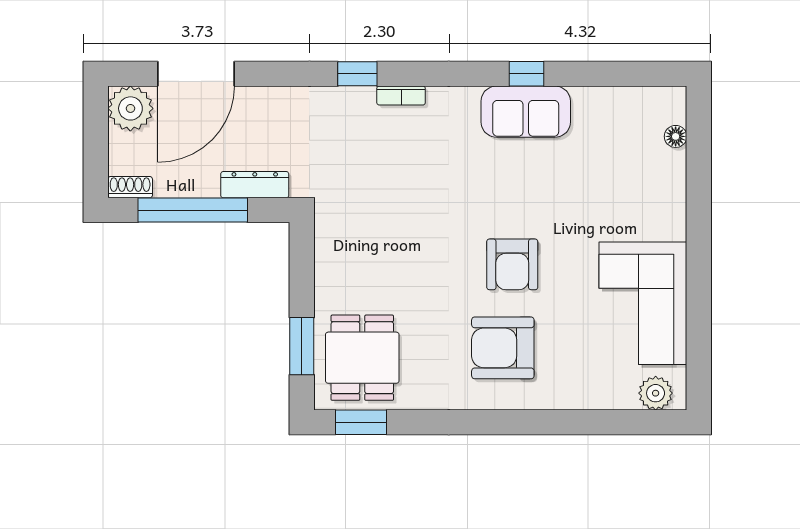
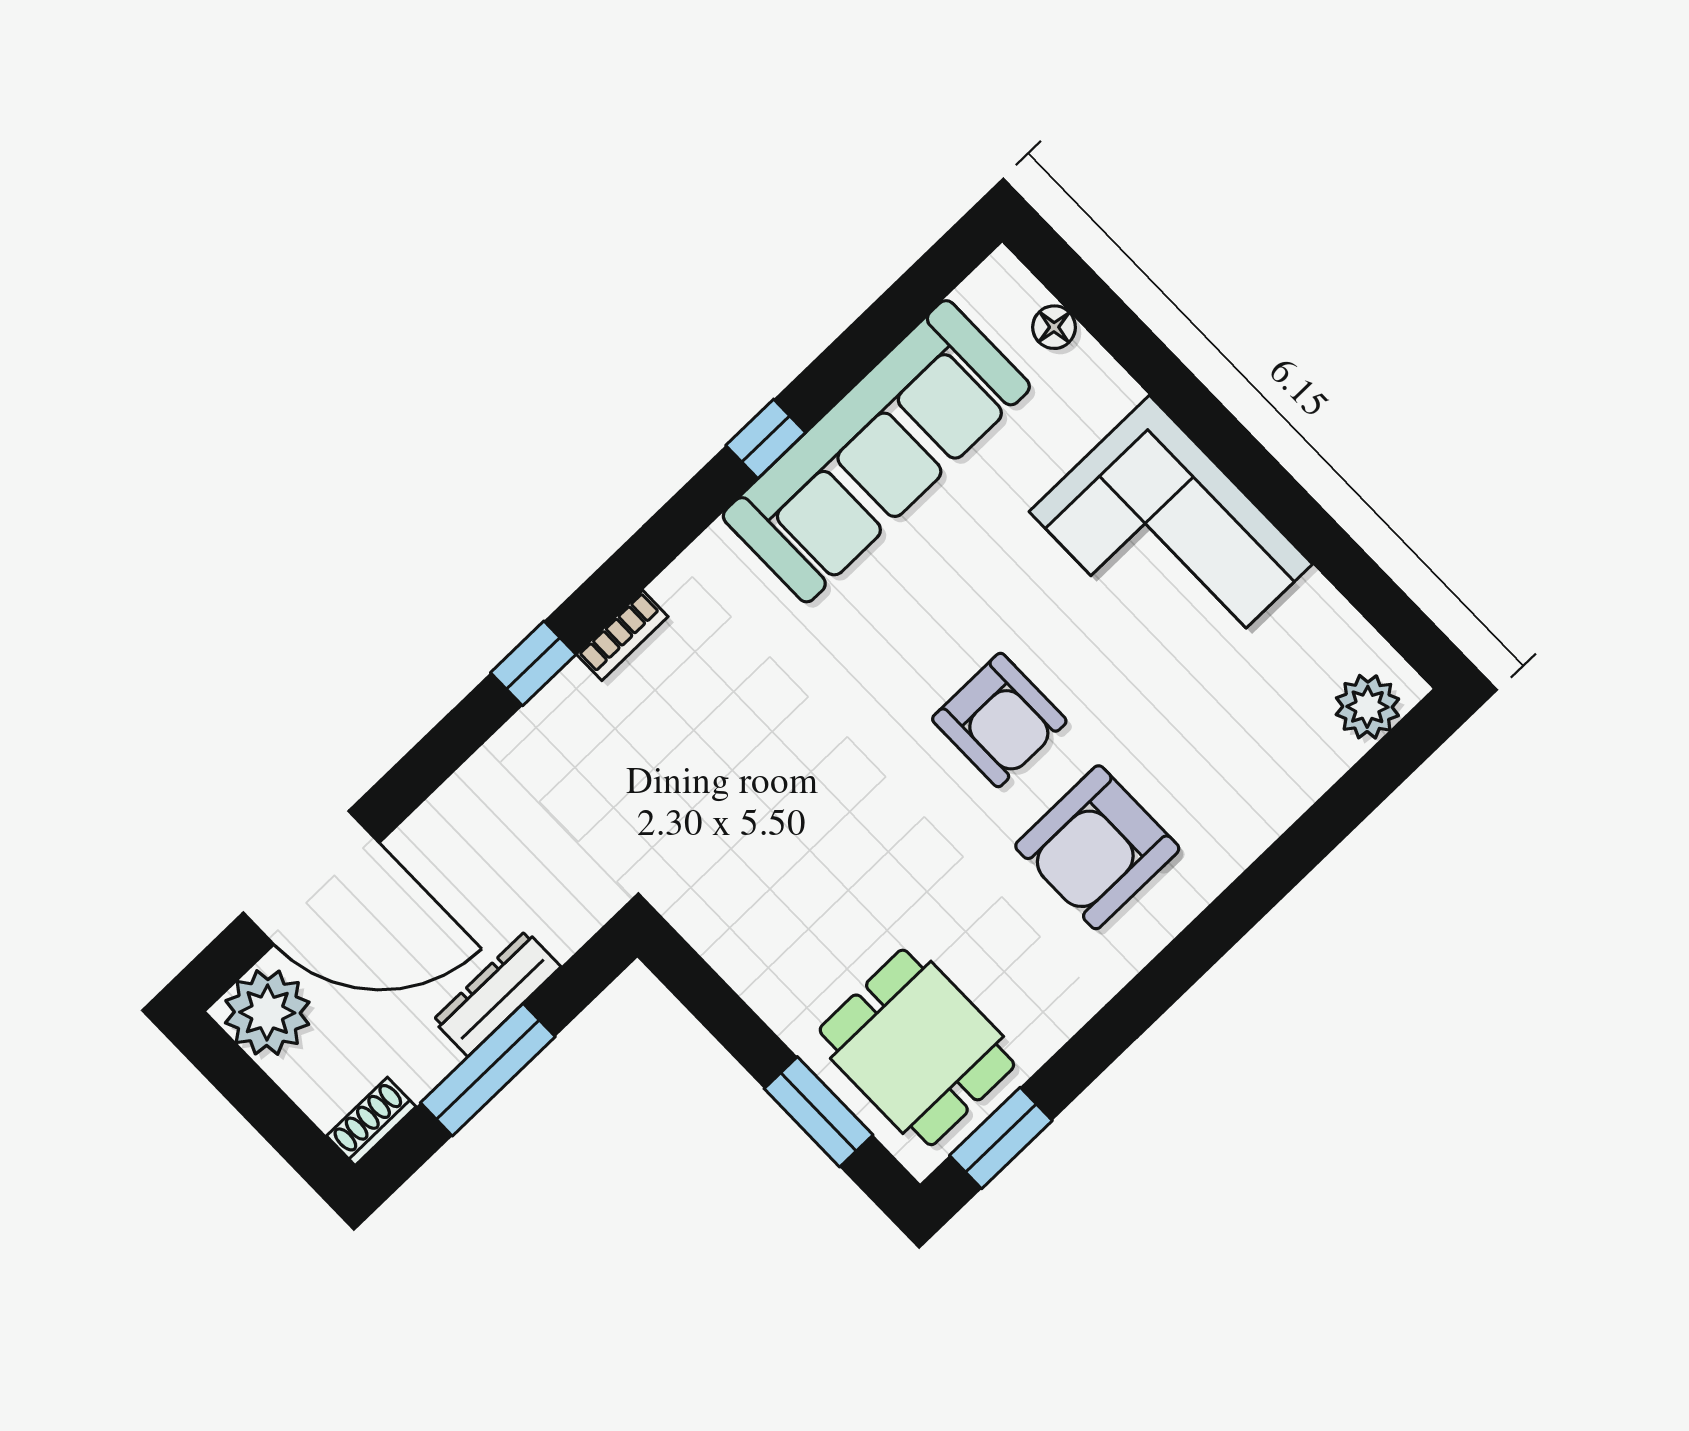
door: (196, 74) -> (311, 878), hinge flipped
sofa: (526, 112) -> (876, 451), width x1.85, depth x1.27
dresser: (255, 185) -> (497, 993), moved
window: (193, 210) -> (488, 1070), width x0.68
corner sofa: (643, 303) -> (1171, 538), moved

